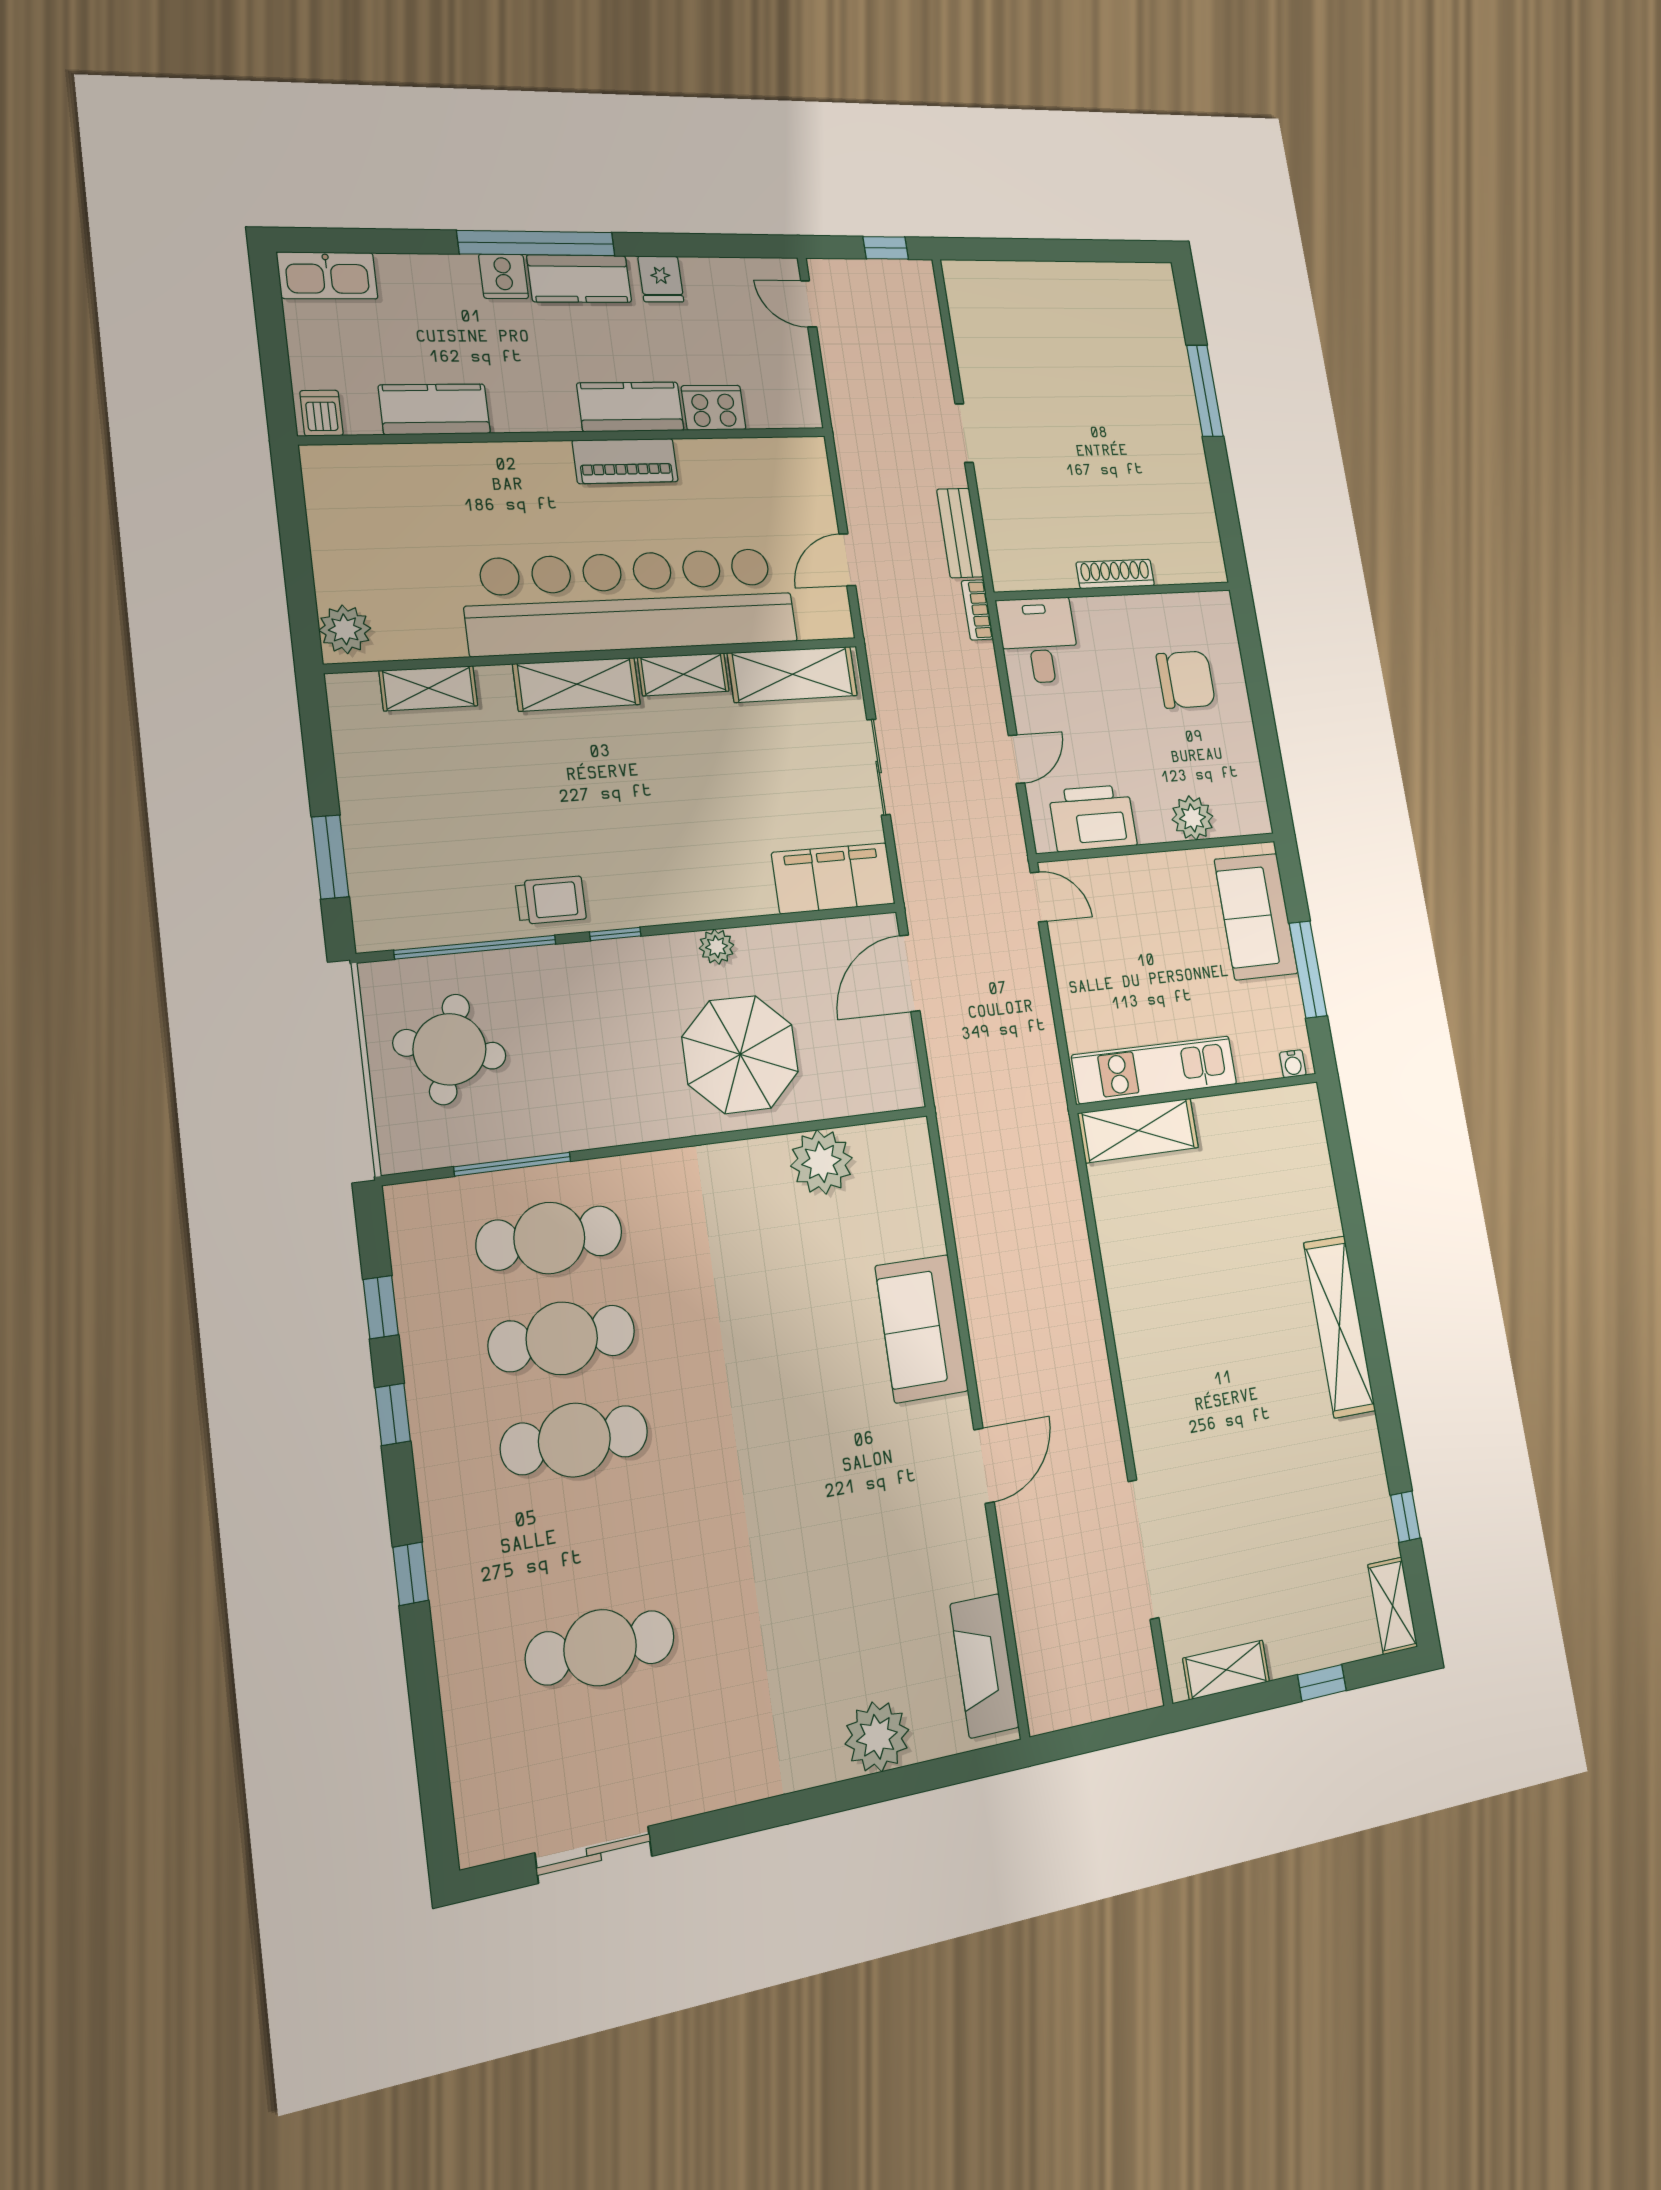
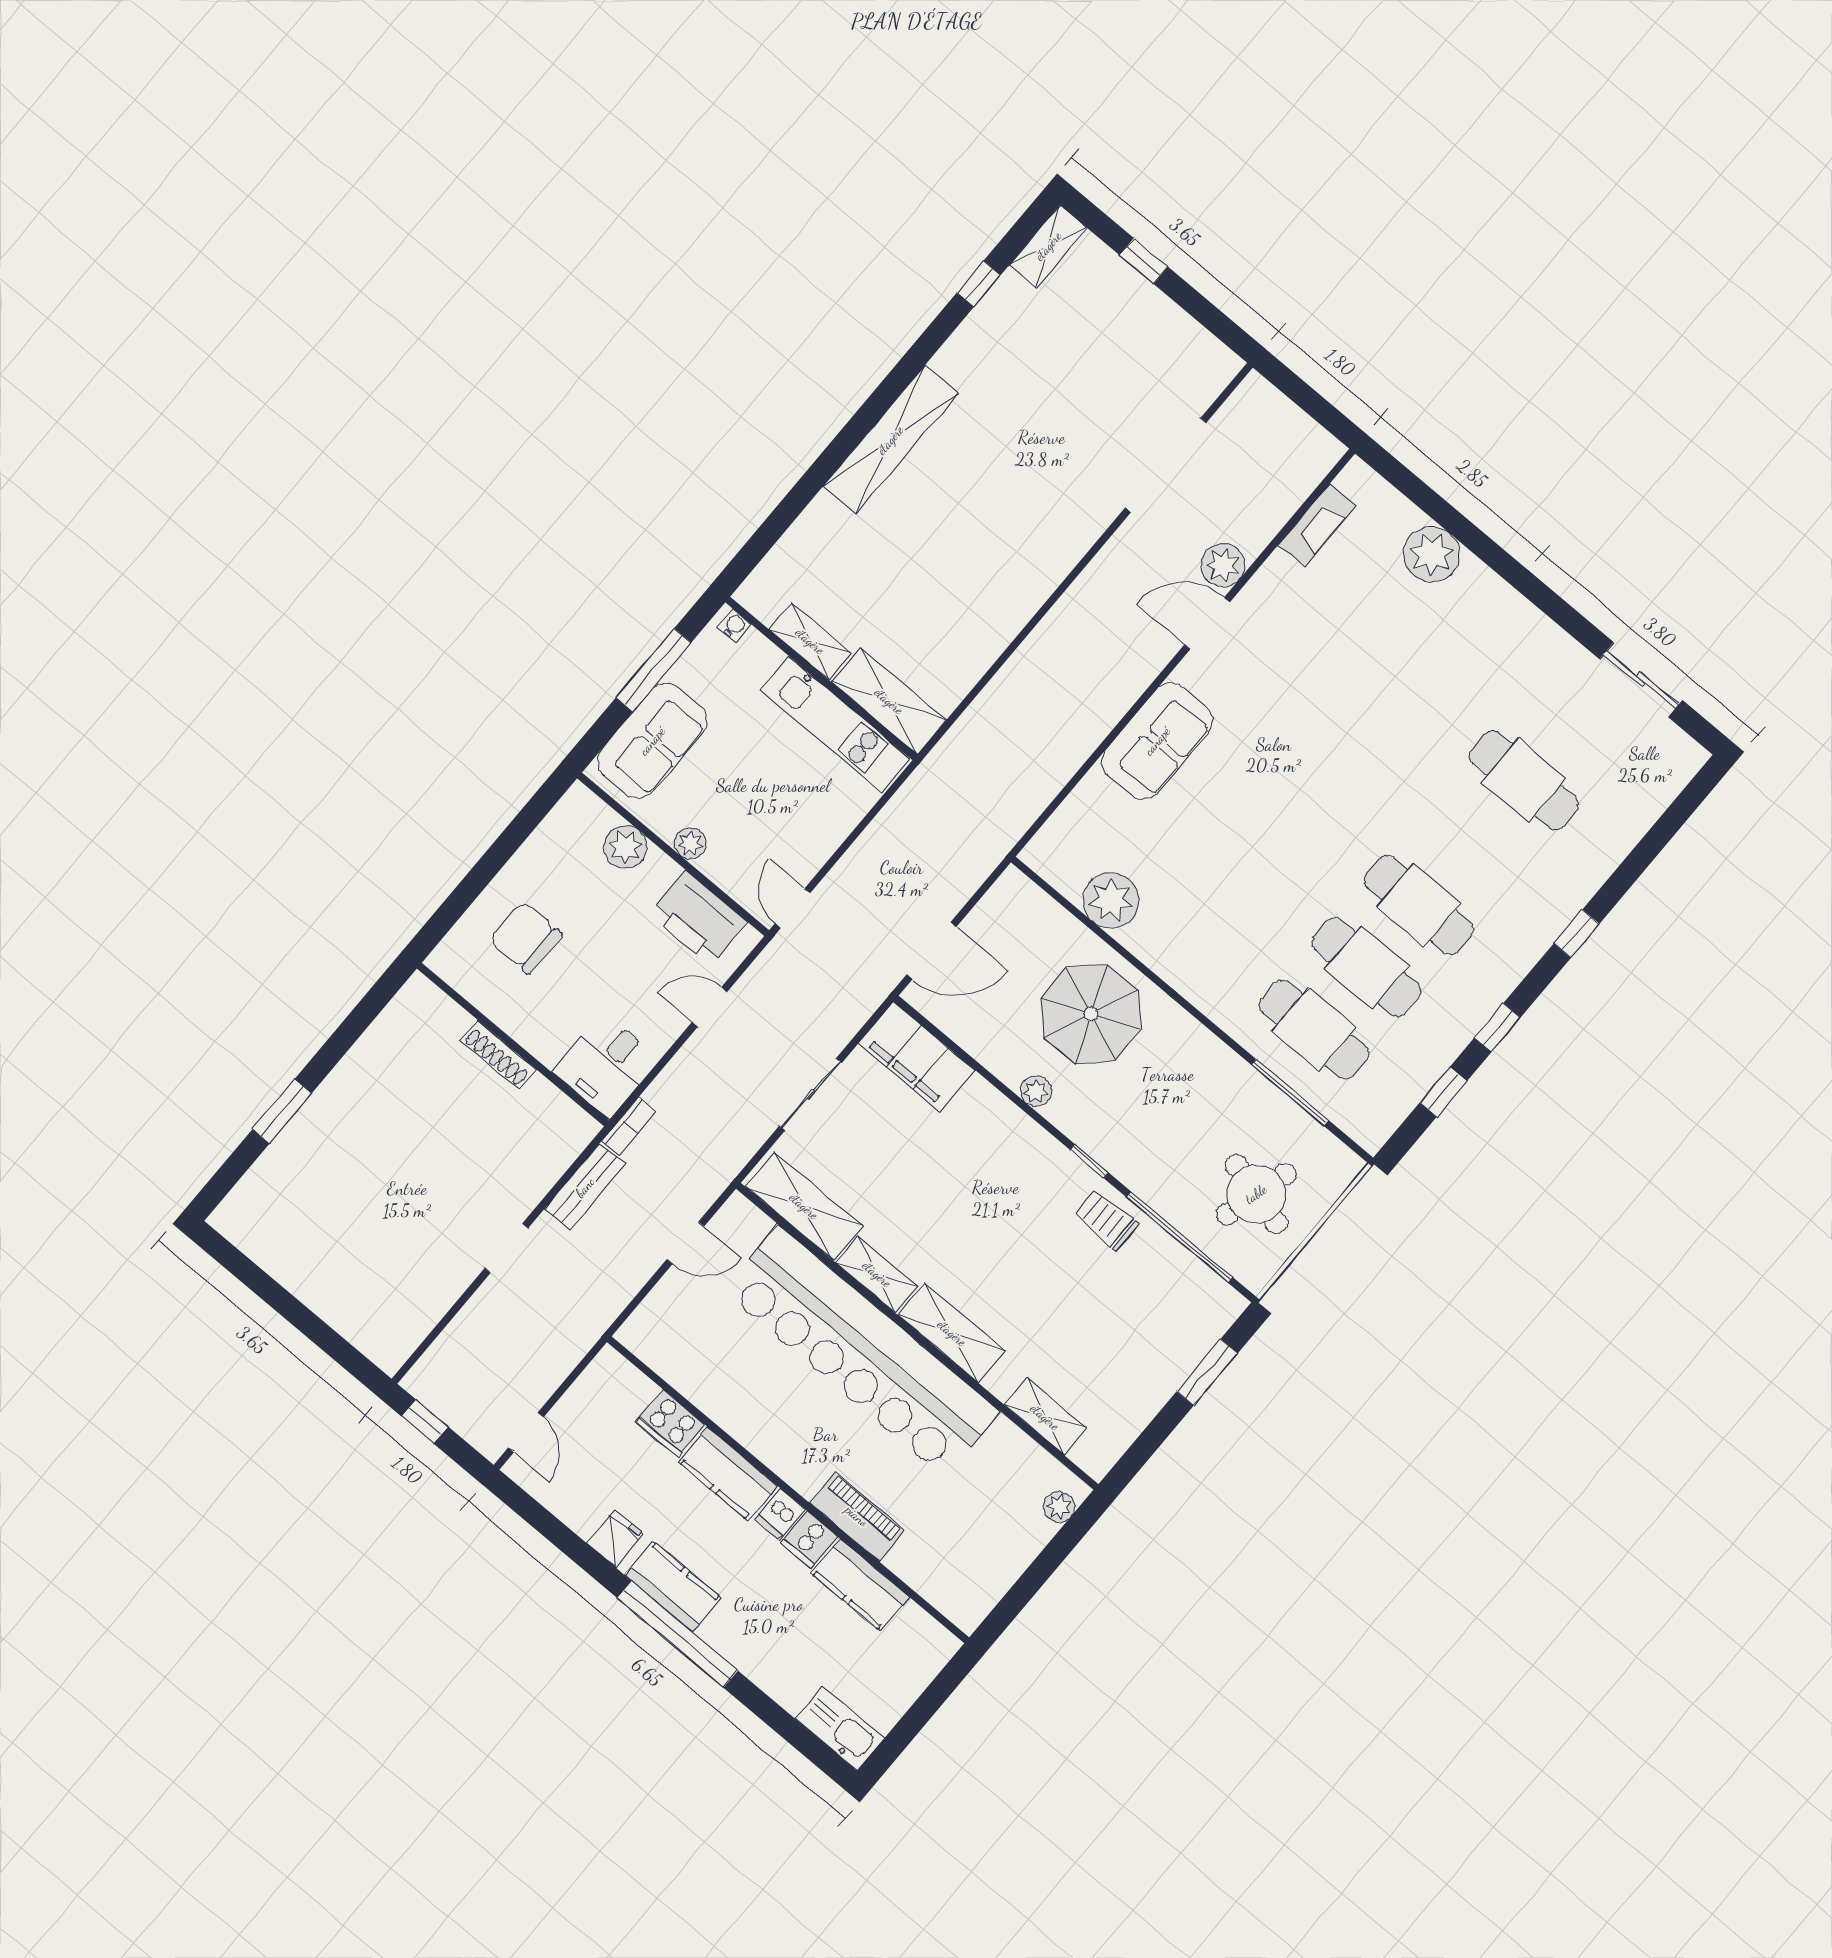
cooker: (504, 276) -> (809, 1539), moved, turned 180
window: (1205, 391) -> (282, 1111), width x0.69
dishwasher: (321, 413) -> (780, 1514), moved
piano: (625, 461) -> (857, 1516), moved
plant: (345, 629) -> (1059, 1507), width x0.73, depth x0.73
plant: (1155, 869) -> (690, 843), added
plant: (1021, 1525) -> (1223, 565), added
fireplace: (984, 1666) -> (1317, 525), width x0.73, depth x0.76
shelving: (1226, 1670) -> (810, 641), moved

